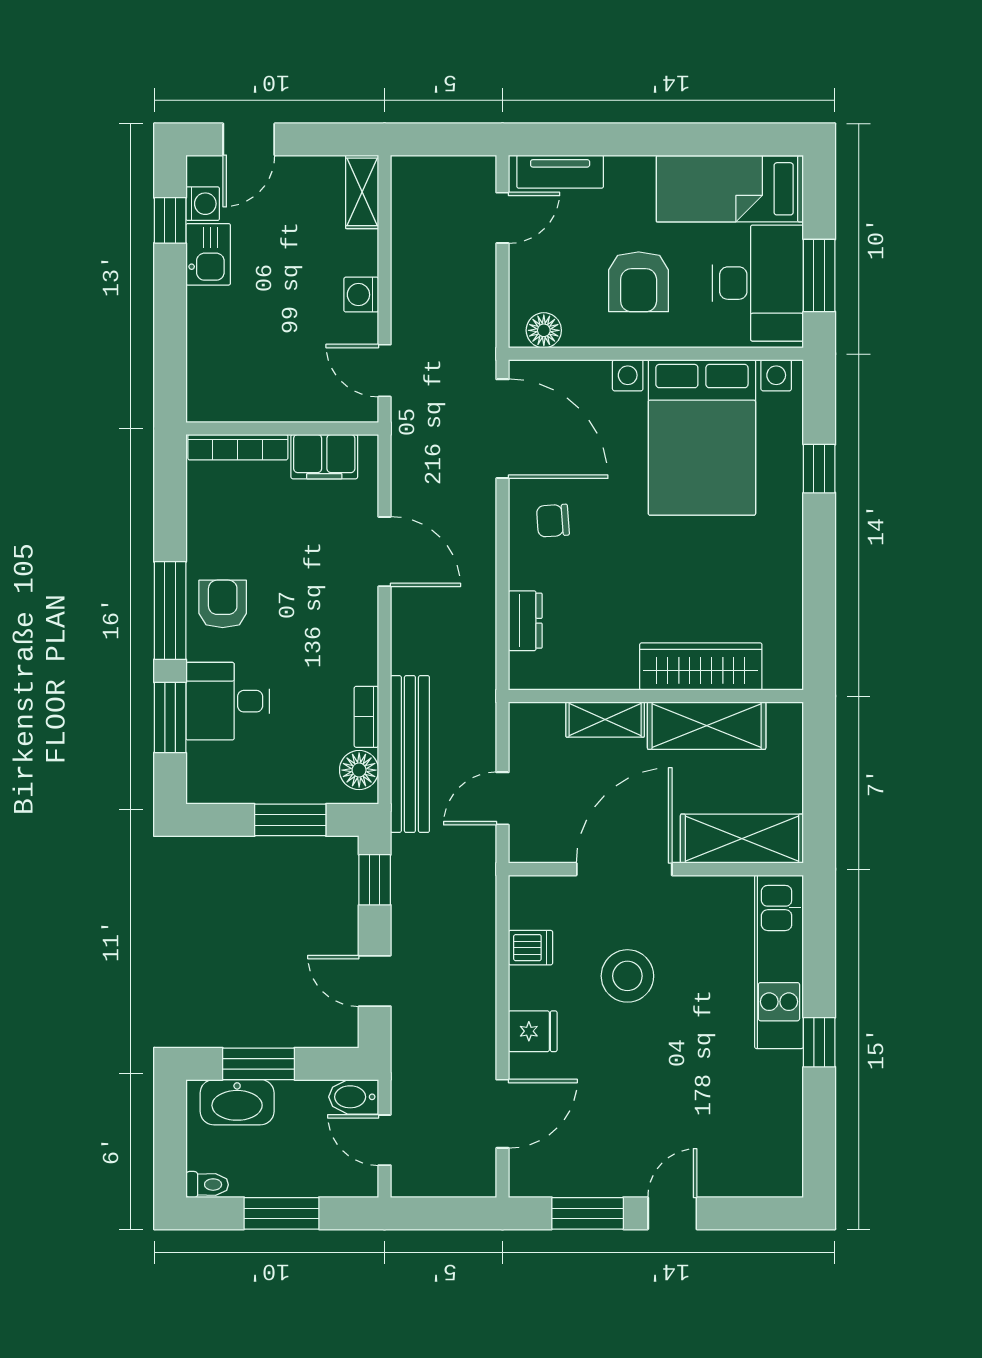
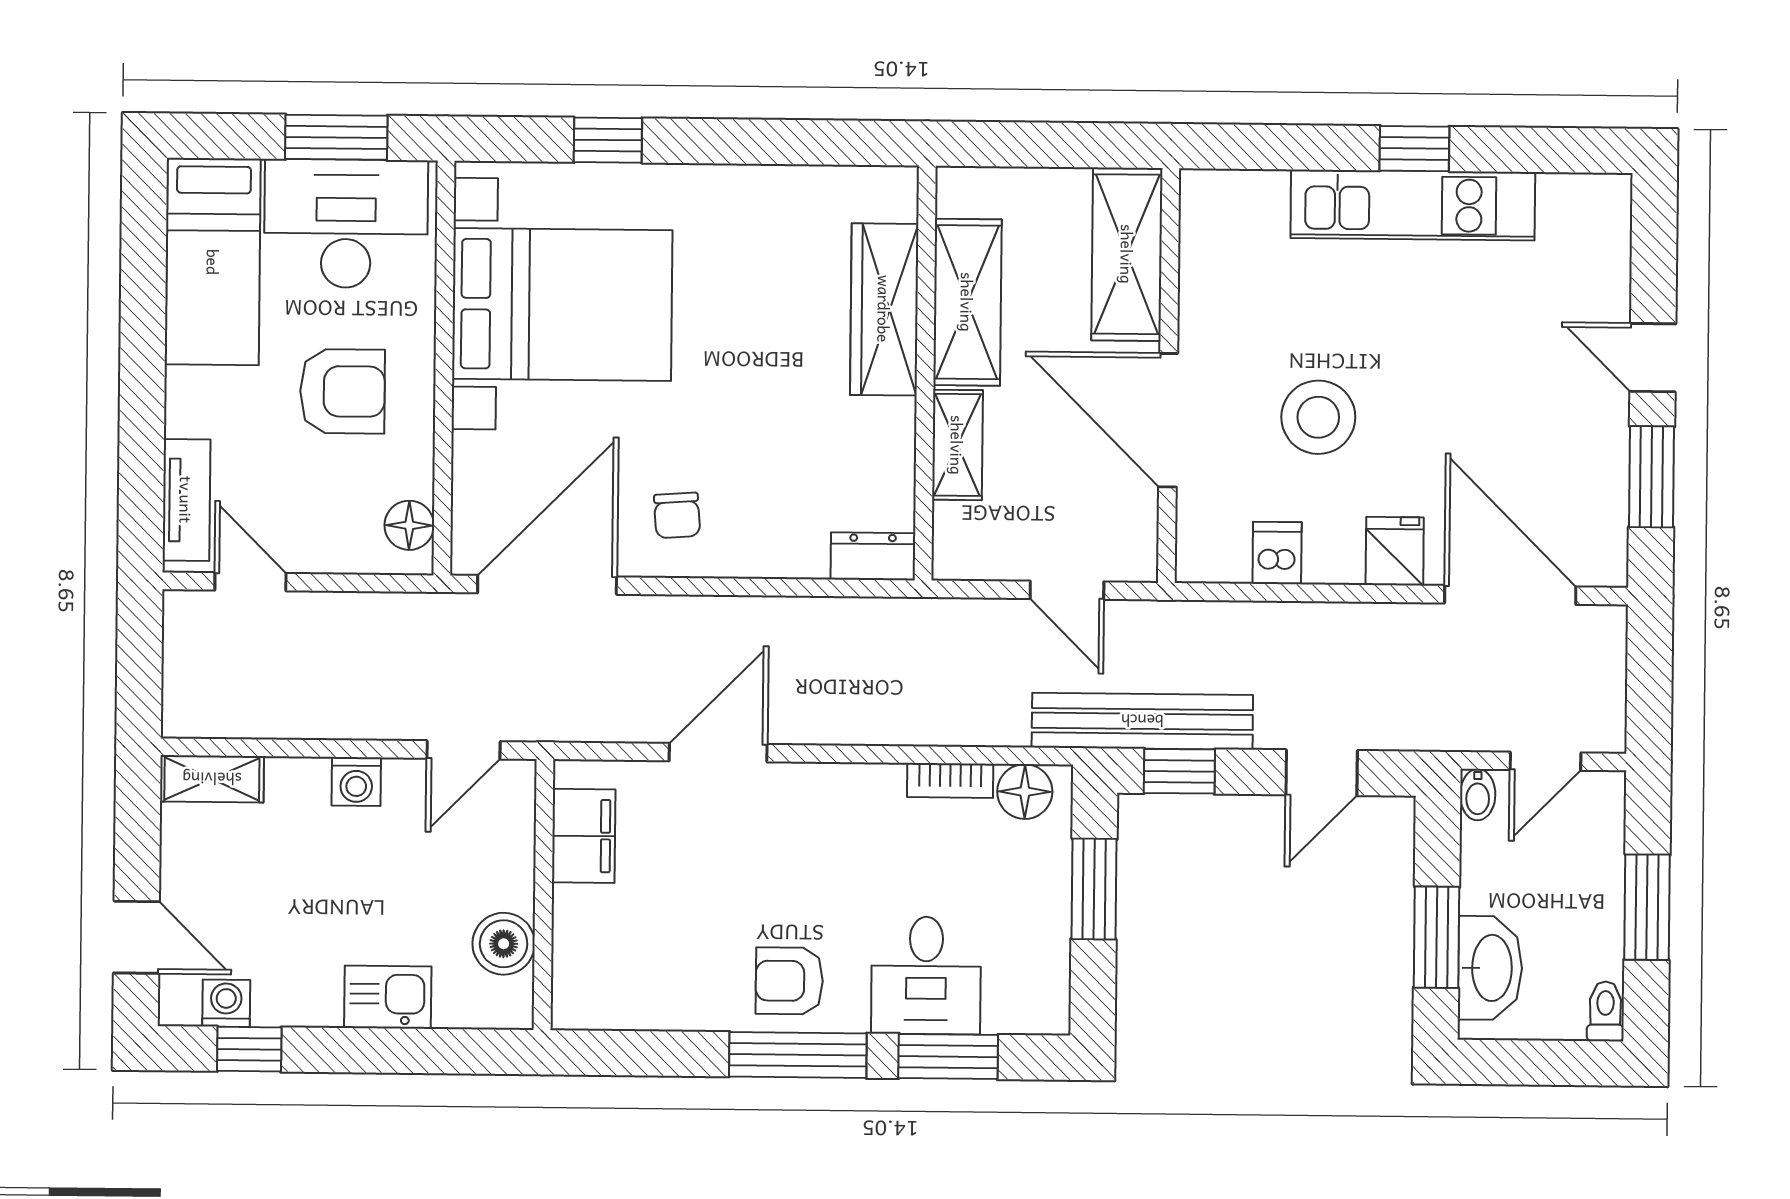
kitchen sink: (208, 254) -> (388, 997), moved
boiler: (247, 401) -> (504, 944), added
bookcase: (238, 447) -> (569, 957), removed
dresser: (525, 621) -> (873, 556), moved
bench: (410, 754) -> (1142, 721), moved
kitchen unit: (779, 962) -> (1413, 205), moved
bidet: (354, 1097) -> (1478, 795), width x0.72, depth x0.74
door: (502, 1114) -> (1510, 595), width x1.36

